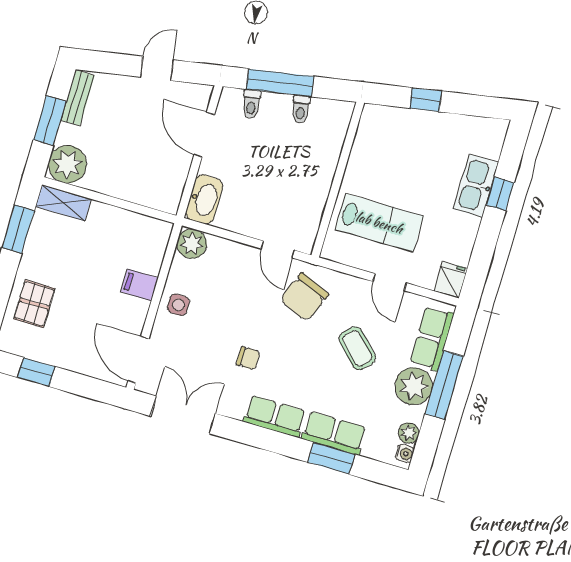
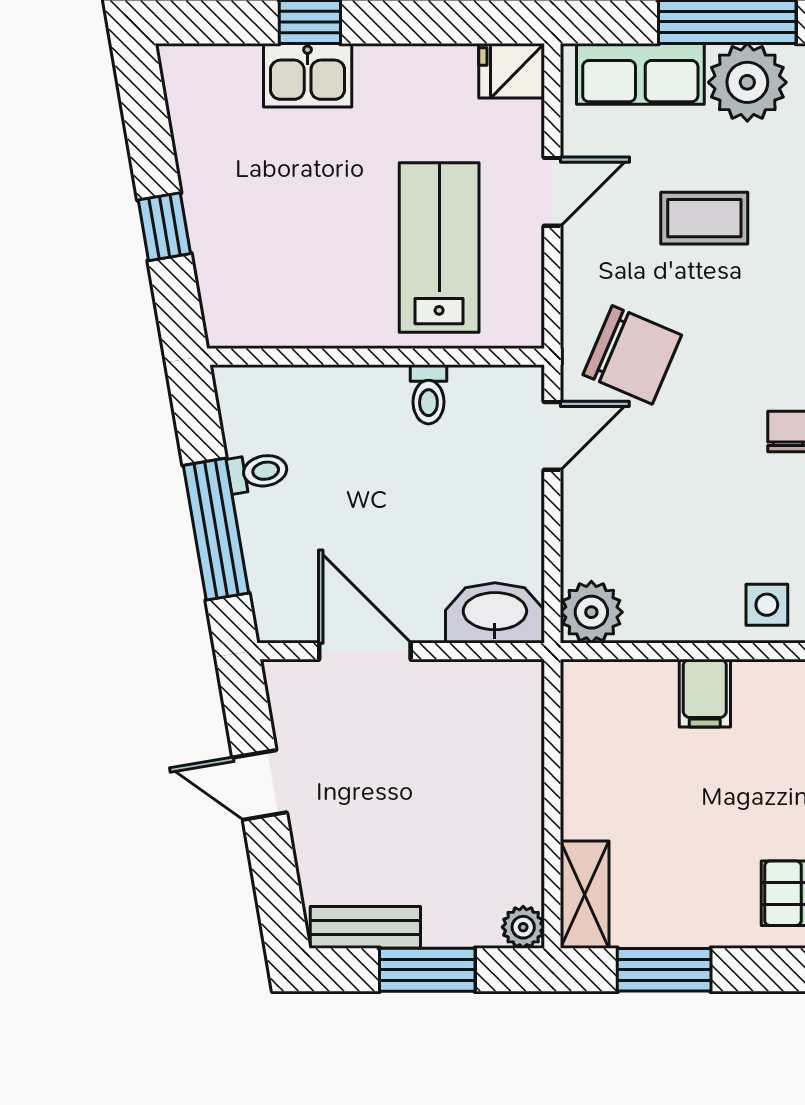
toilet: (251, 104) -> (428, 394), moved, turned 100
door: (204, 135) -> (365, 651), swing flipped
plant: (67, 164) -> (523, 927), width x0.53, depth x0.53
kitchen sink: (476, 186) -> (308, 75), width x0.73
side table: (178, 305) -> (767, 605), moved
coffee table: (357, 348) -> (704, 218), turned 45

